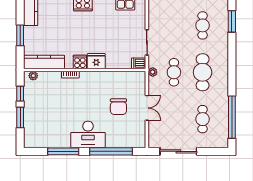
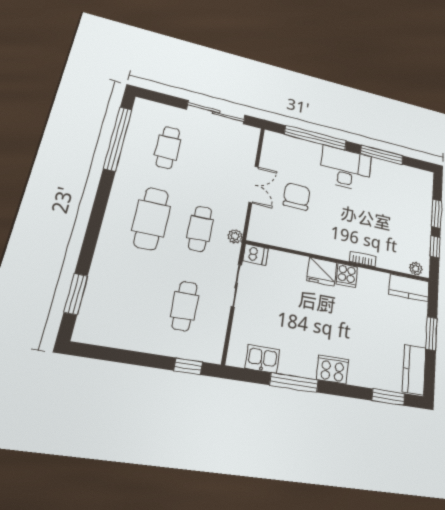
cafe table: (203, 25) -> (185, 306), moved
kitchen counter: (44, 62) -> (409, 288), width x0.67
double door: (147, 108) -> (253, 185), swing flipped

